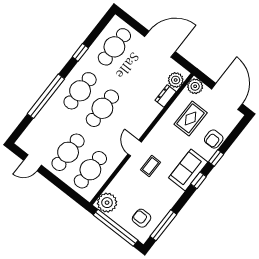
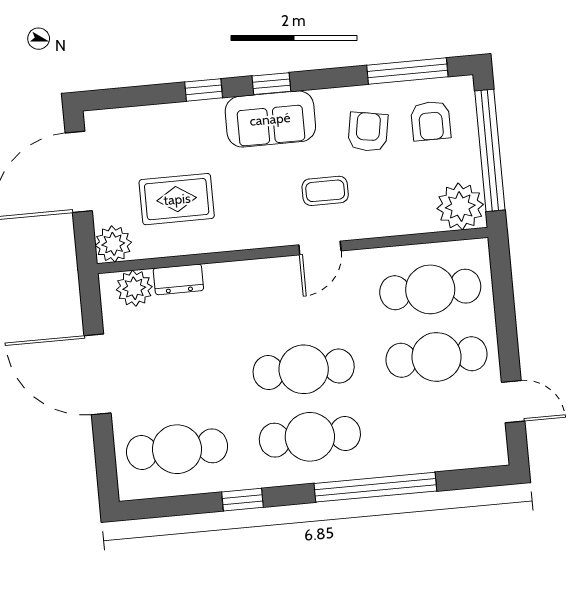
armchair: (214, 139) -> (368, 132), moved, turned -80

